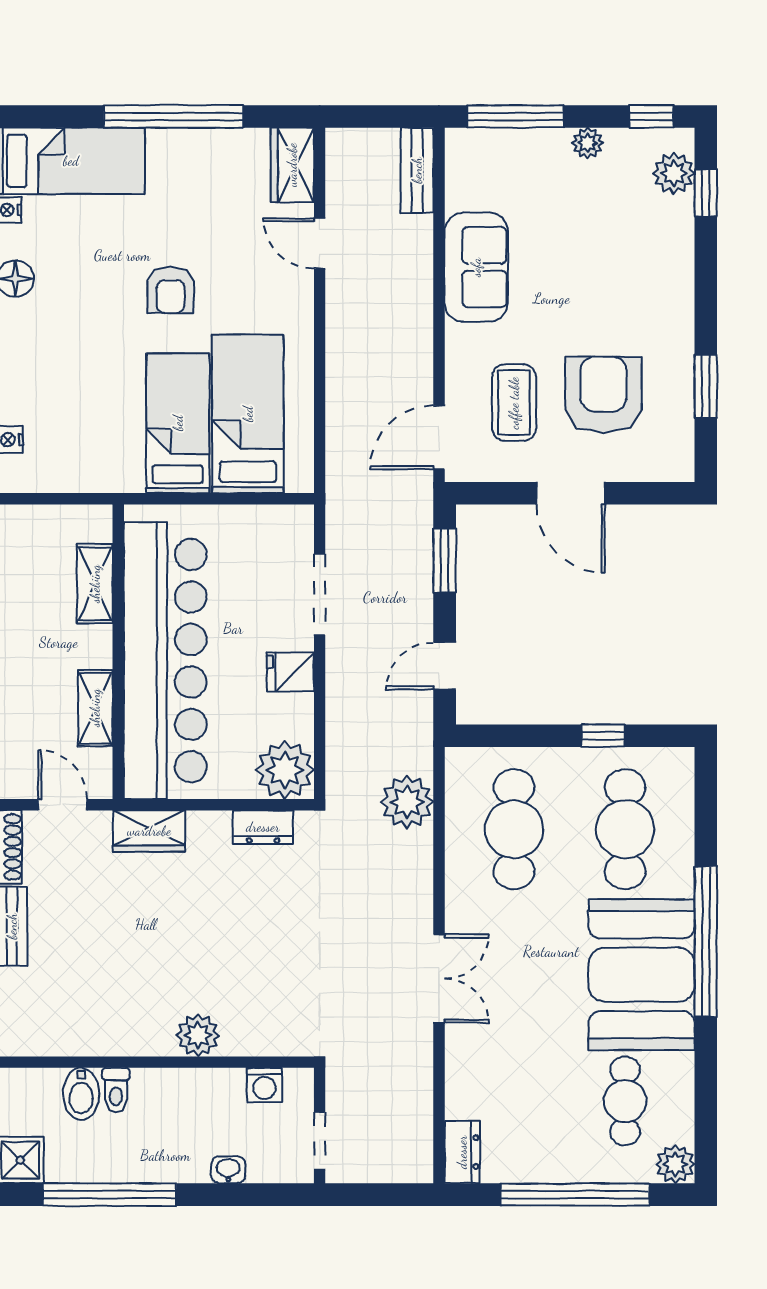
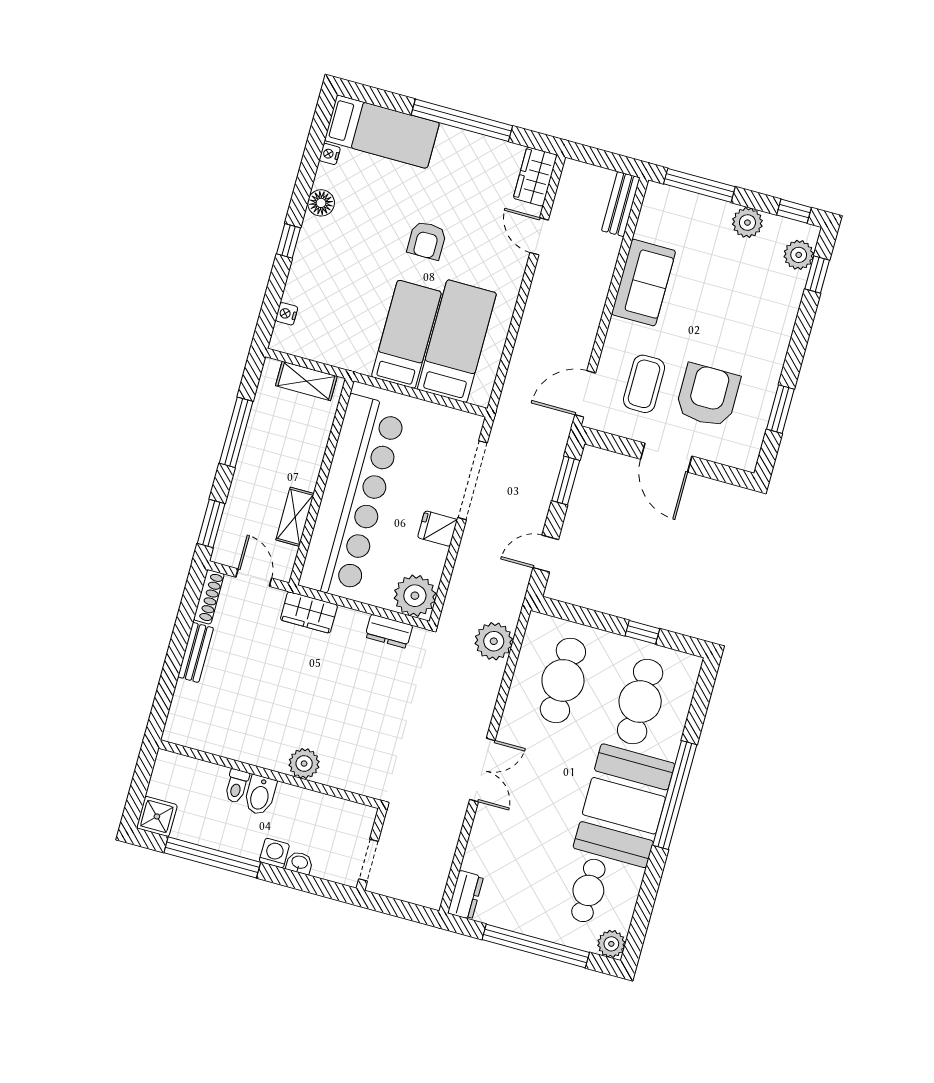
plant: (588, 143) -> (747, 223), width x1.38, depth x1.38
shelving: (95, 584) -> (306, 381), moved, turned 90
doorway: (320, 594) -> (472, 480), width x1.36
washing machine: (264, 1085) -> (274, 853), moved, turned 180
bidet: (81, 1094) -> (260, 795), moved

